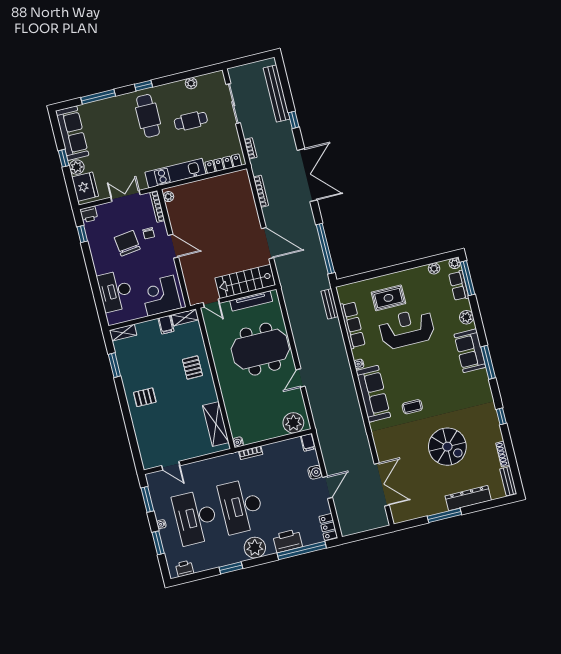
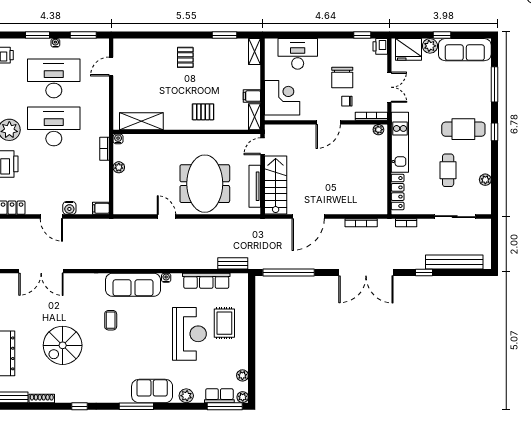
chair: (127, 243) -> (342, 77), turned 97
plant: (293, 423) -> (119, 167), moved, width x0.53, depth x0.53

